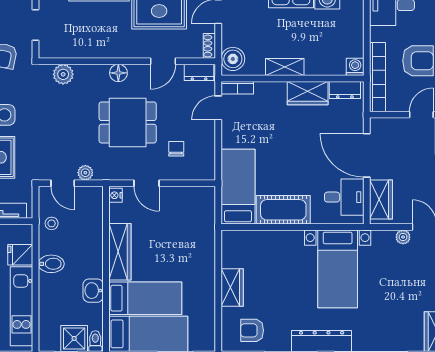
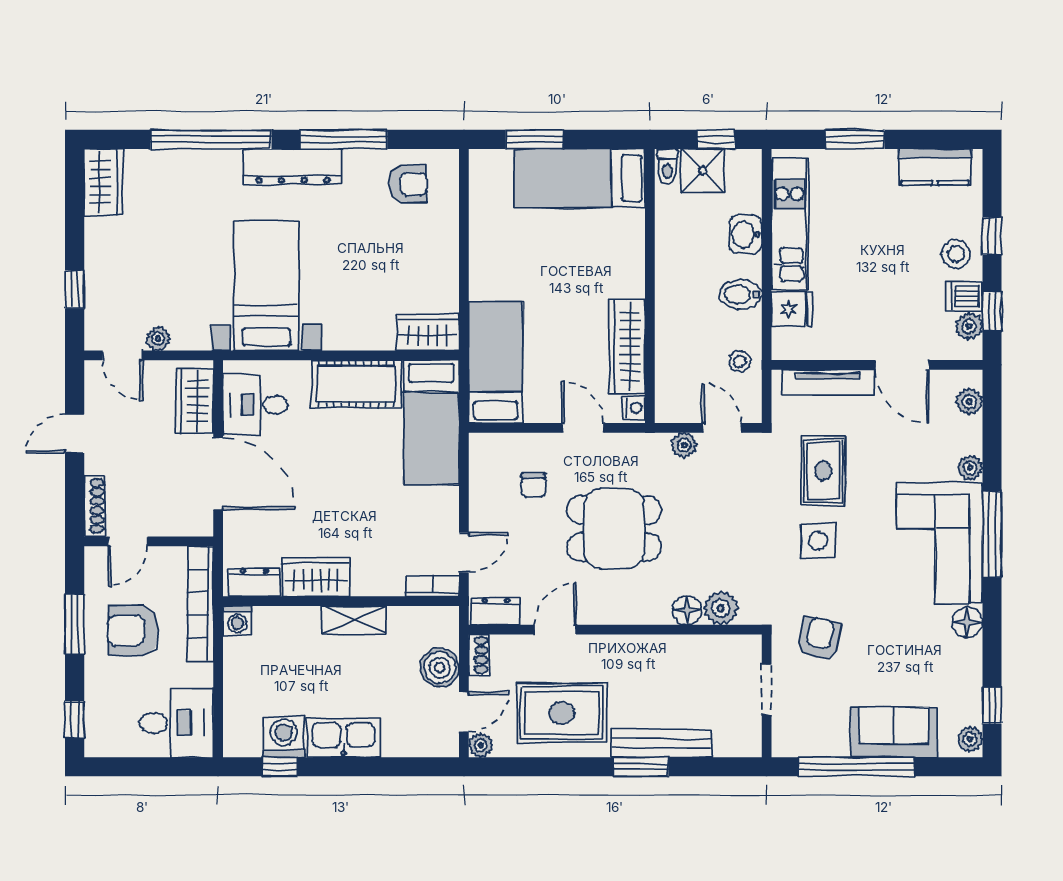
boiler: (233, 59) -> (440, 667), moved
floor lamp: (118, 73) -> (687, 610), moved
wardrobe: (120, 252) -> (627, 347), moved
wardrobe: (232, 288) -> (428, 332), moved, turned 90
washbasin: (93, 291) -> (745, 234), moved, turned 180
bed: (145, 298) -> (496, 363), moved, turned 90

